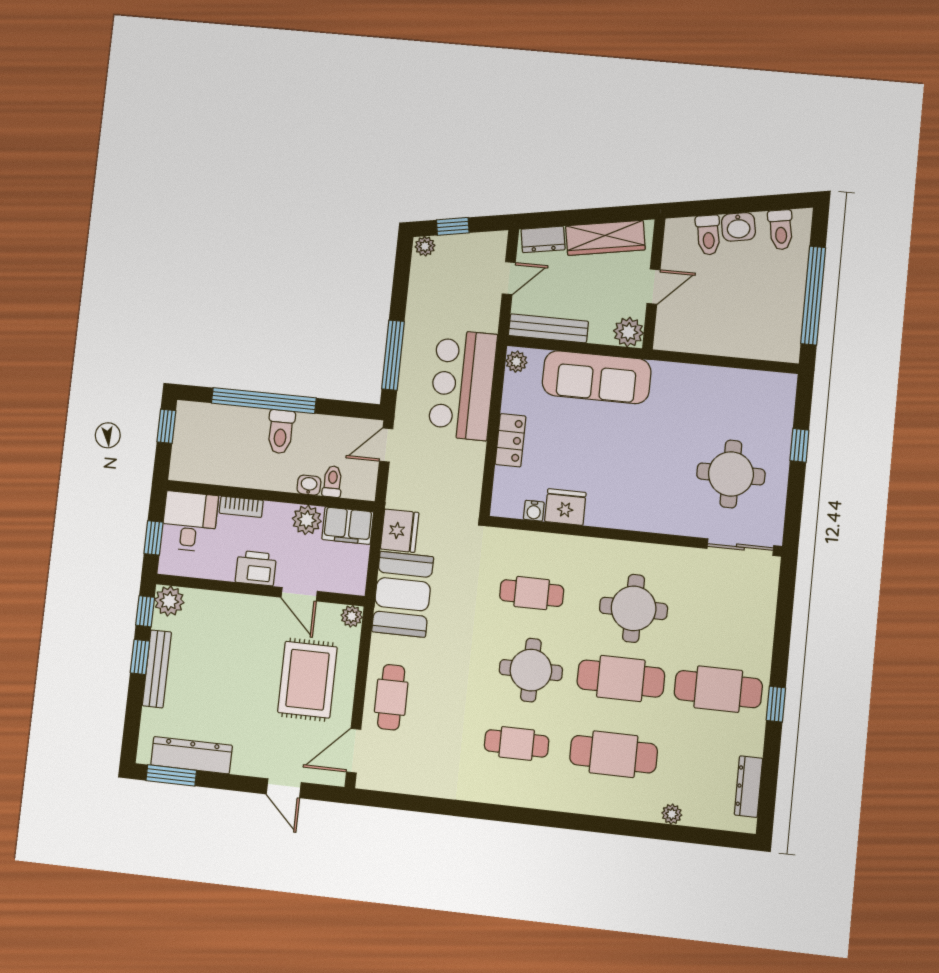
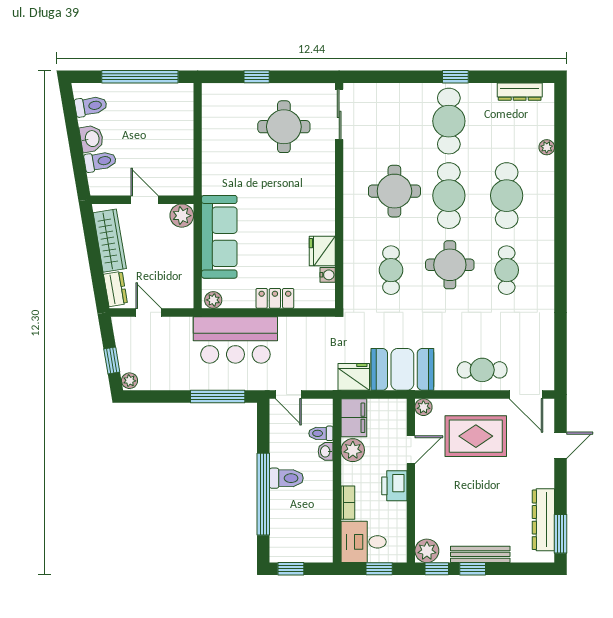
bench: (548, 328) -> (185, 278), removed

